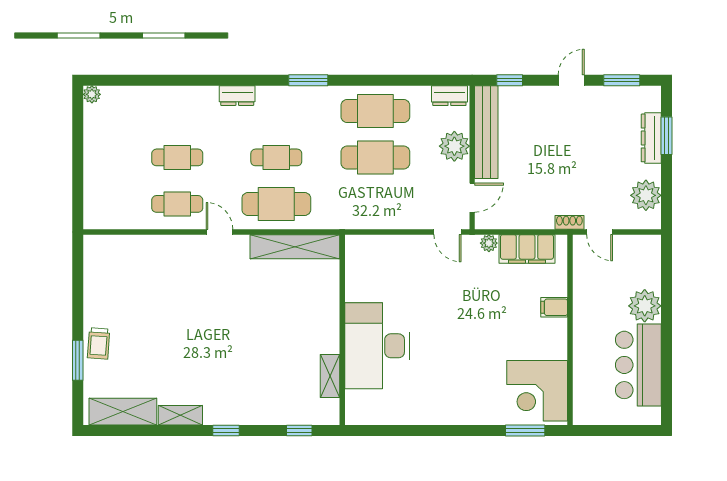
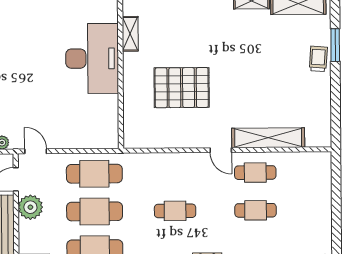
plant: (454, 146) -> (30, 207), moved
cafe table: (276, 204) -> (94, 174), moved
shelving: (295, 247) -> (268, 138), moved
pallet: (267, 309) -> (182, 88), added

